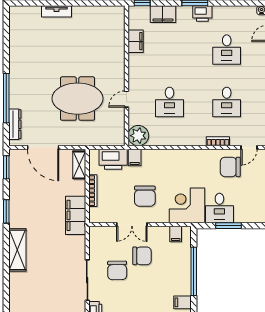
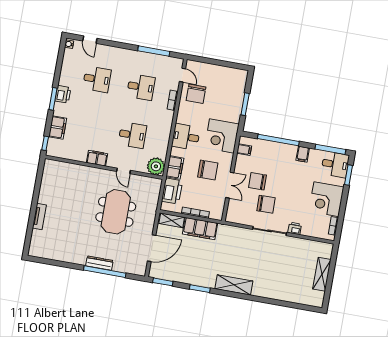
filing cabinet: (136, 41) -> (97, 158), moved
dresser: (15, 124) -> (99, 263), moved
filing cabinet: (135, 158) -> (175, 167), width x2.00
desk: (219, 208) -> (186, 137), moved, turned 180
filing cabinet: (76, 215) -> (200, 229), moved
chair: (142, 256) -> (257, 181), turned -90

